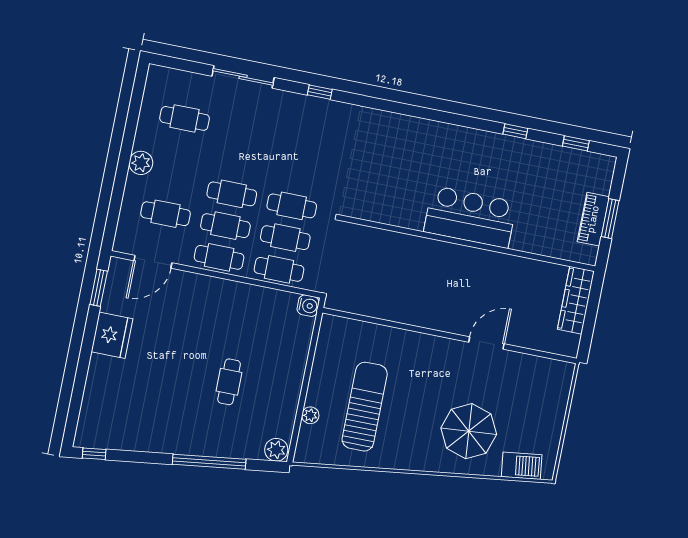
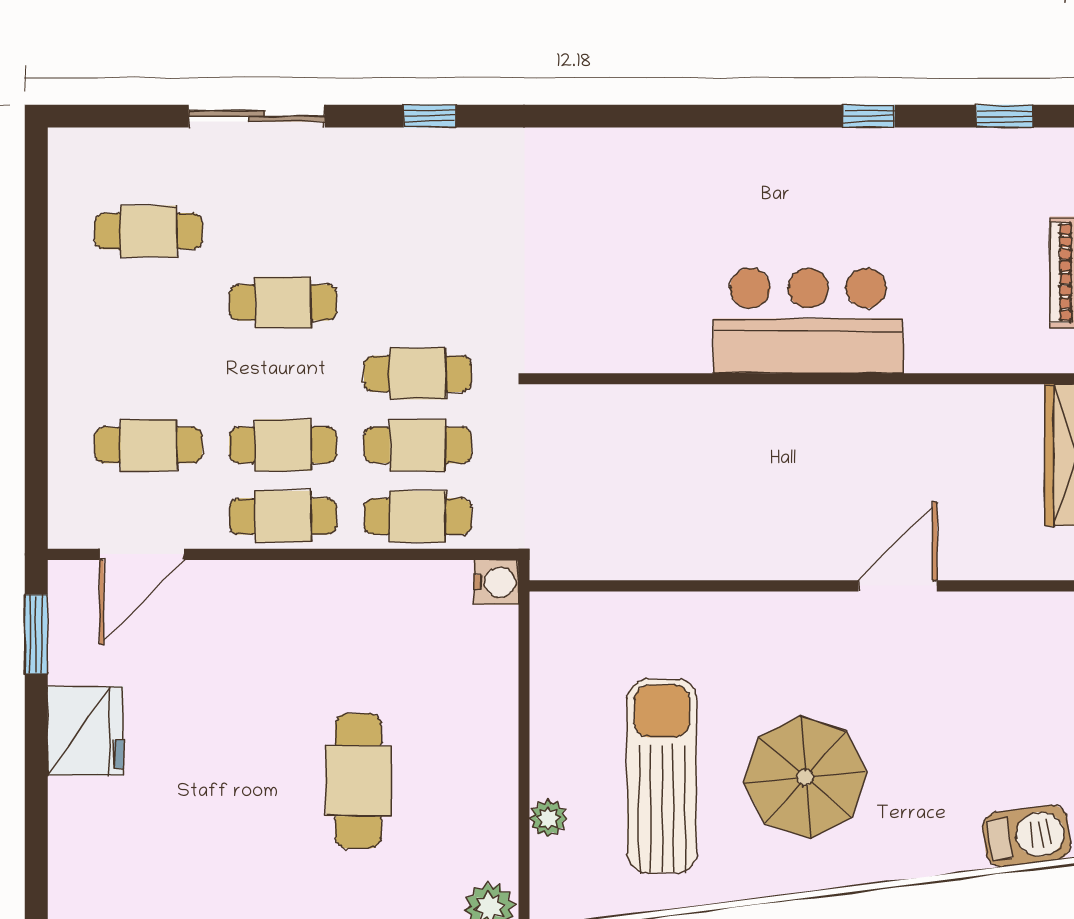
plant: (141, 163) -> (73, 346), removed
cafe table: (232, 194) -> (283, 302), moved
cafe table: (229, 382) -> (358, 781), width x1.37, depth x1.35
parasol: (469, 431) -> (805, 777), moved

